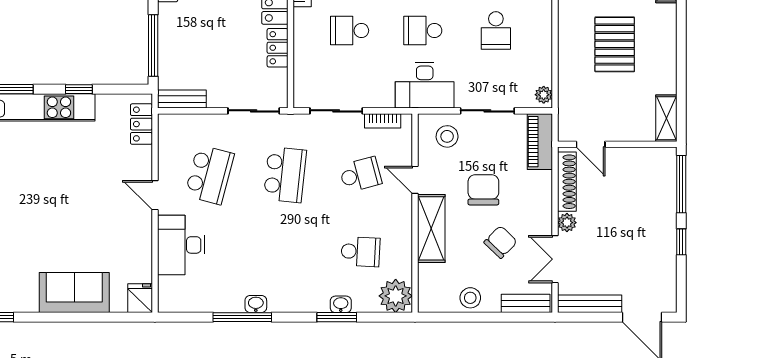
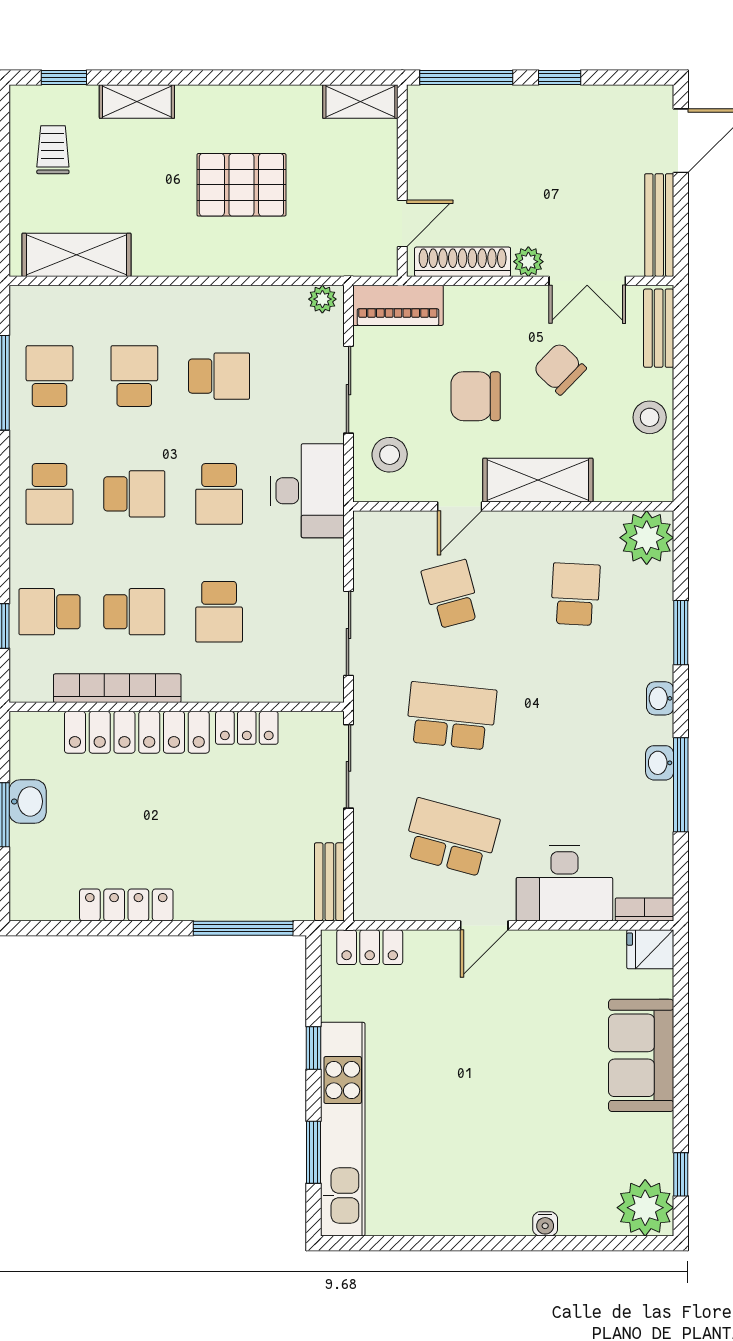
bookcase: (383, 121) -> (645, 909), moved, turned -90
washbasin: (341, 304) -> (660, 698), moved

